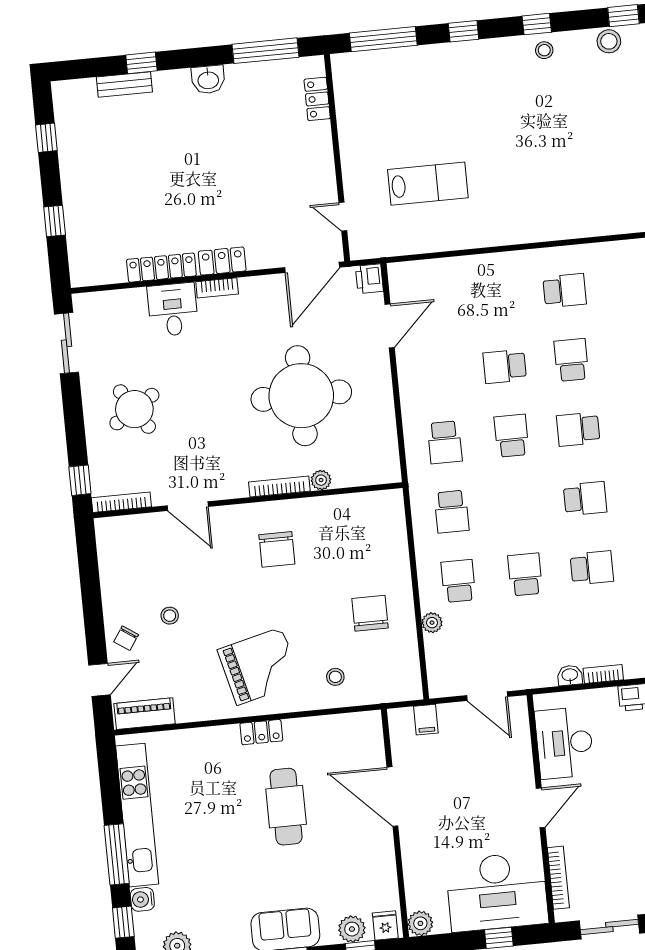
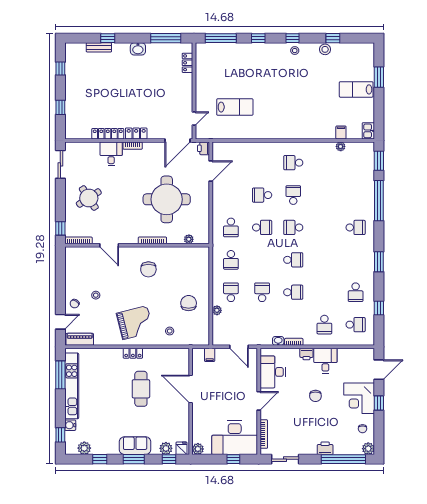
door: (343, 217) -> (194, 118), swing flipped
school desk: (565, 291) -> (293, 163), turned 180
school desk: (511, 436) -> (262, 227), turned 90
plant: (321, 480) -> (189, 239), moved
window: (117, 854) -> (60, 375), moved

